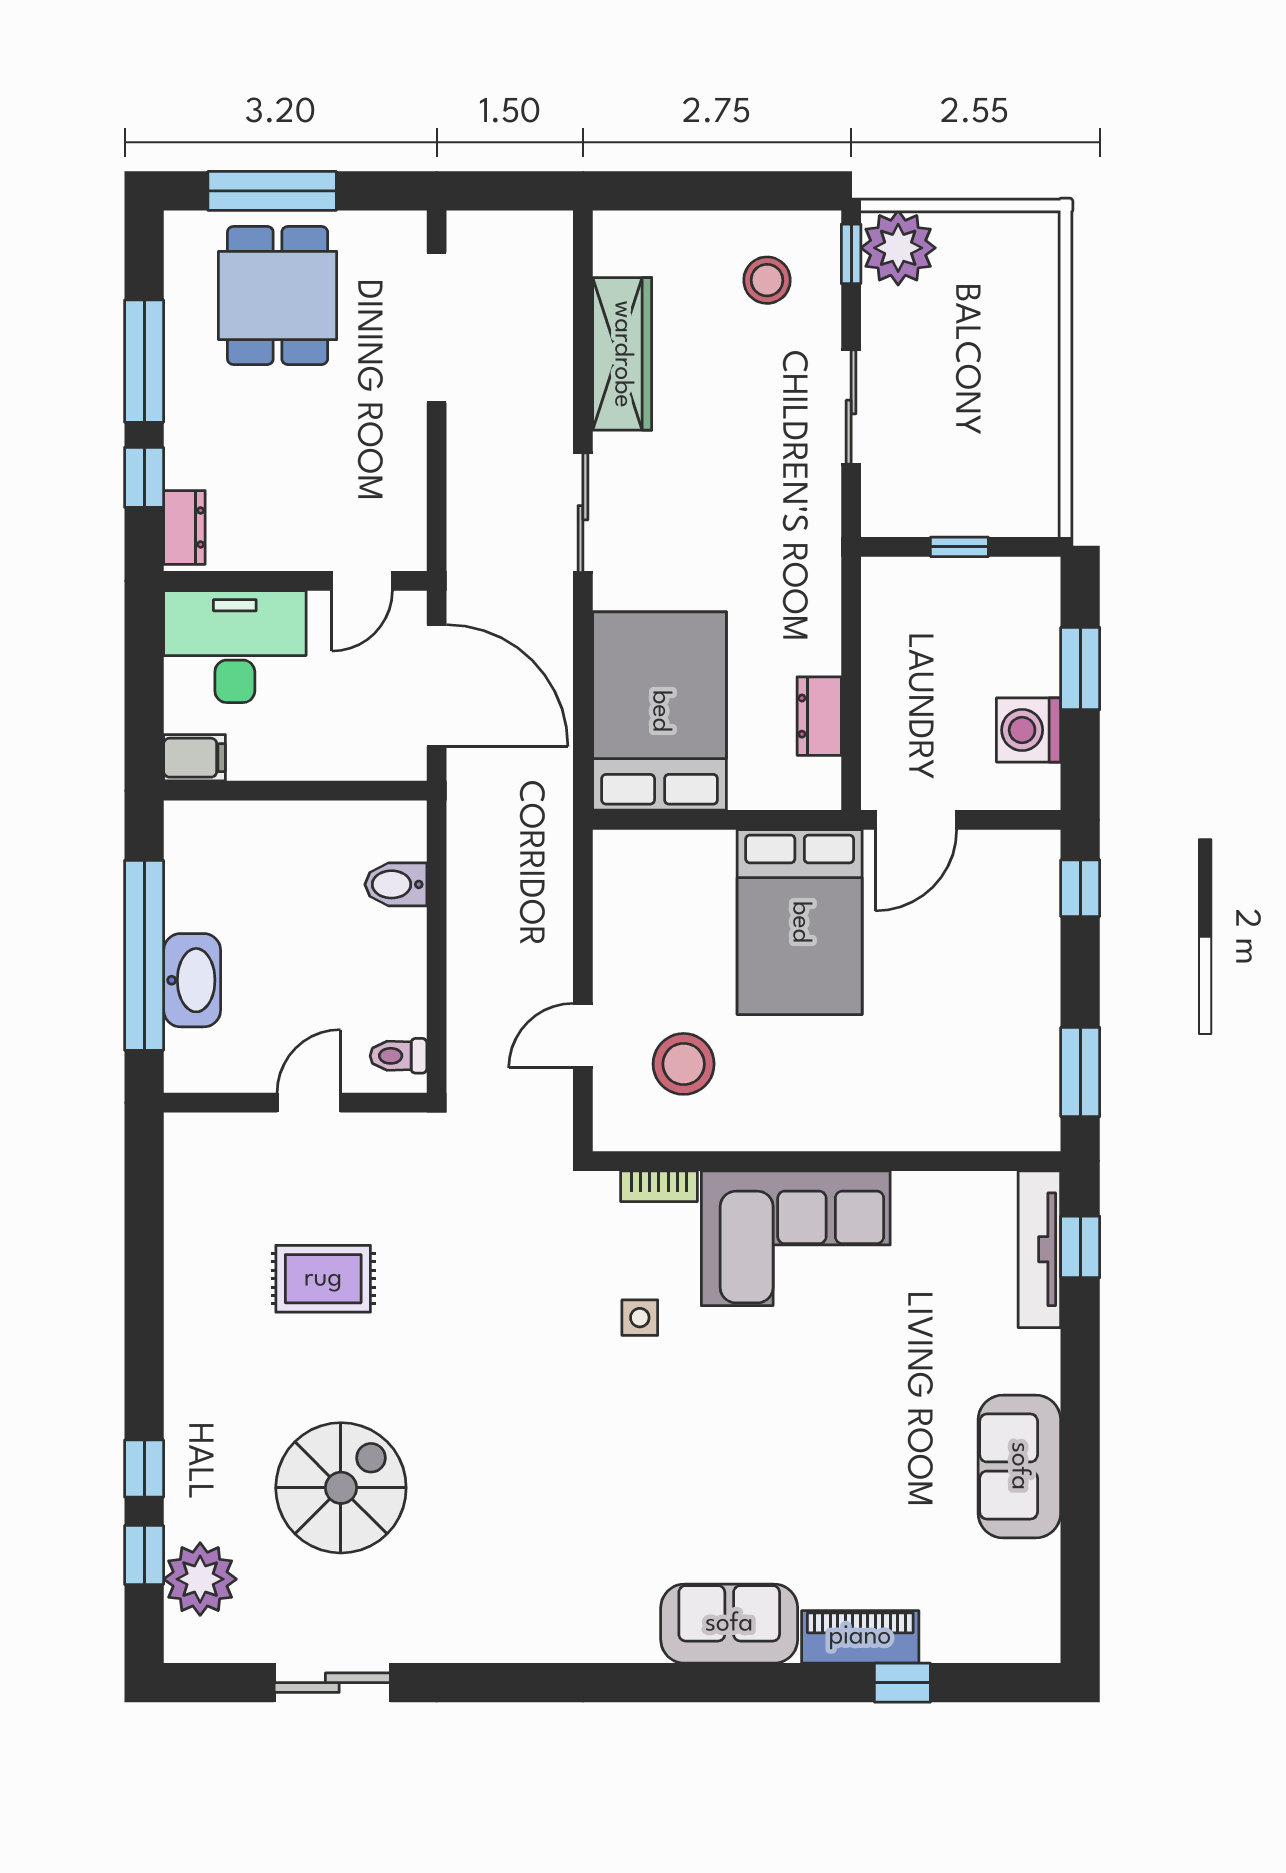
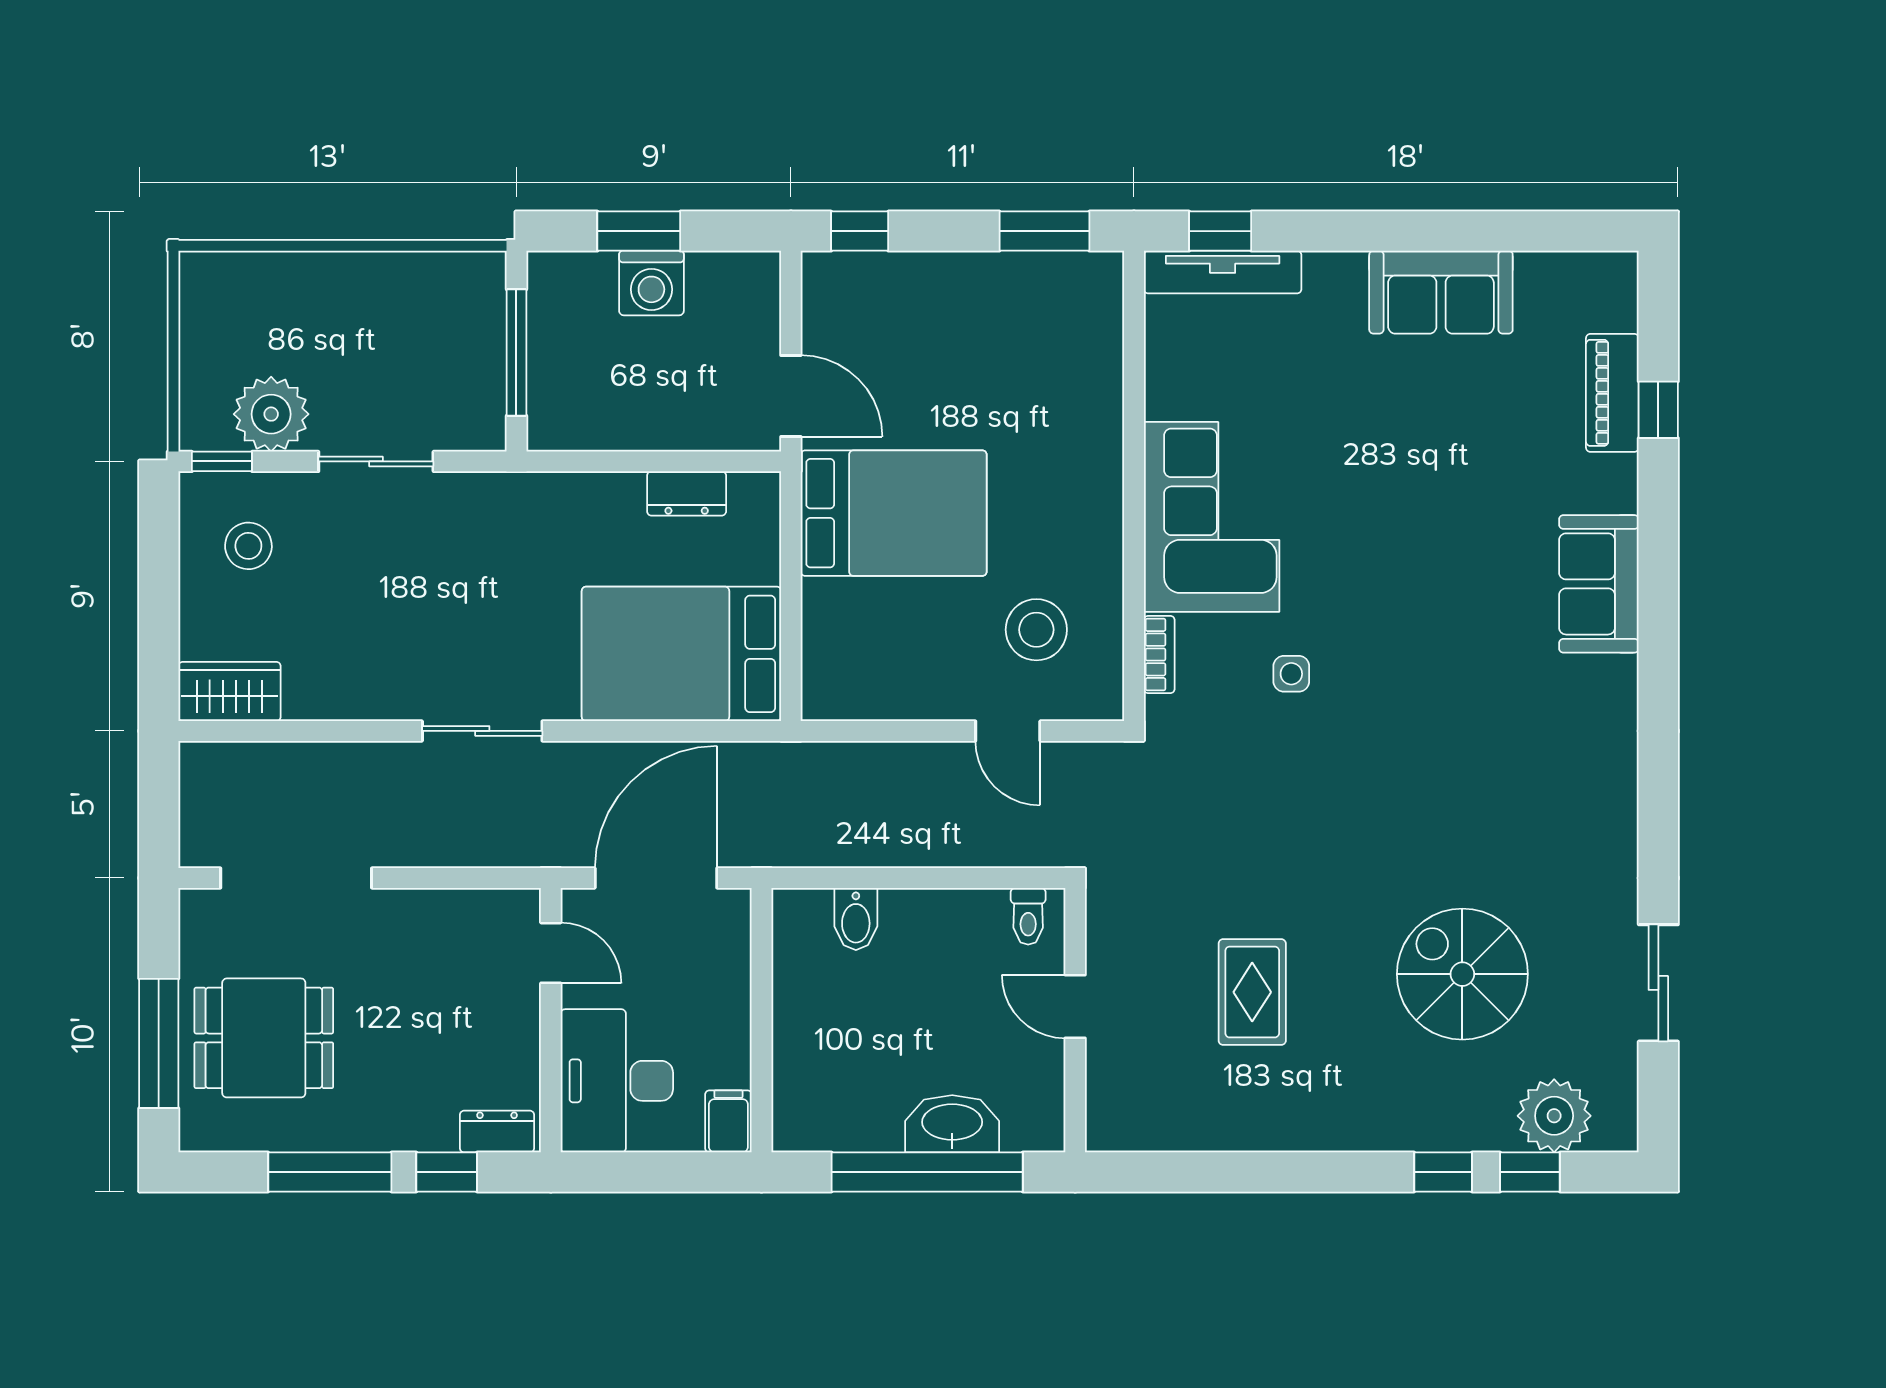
plant: (898, 248) -> (271, 414), moved
wardrobe: (622, 354) -> (229, 692), moved, width x0.67
window: (959, 547) -> (516, 353), width x2.17
washing machine: (1029, 730) -> (651, 283), moved
piano: (860, 1637) -> (1612, 393), moved

